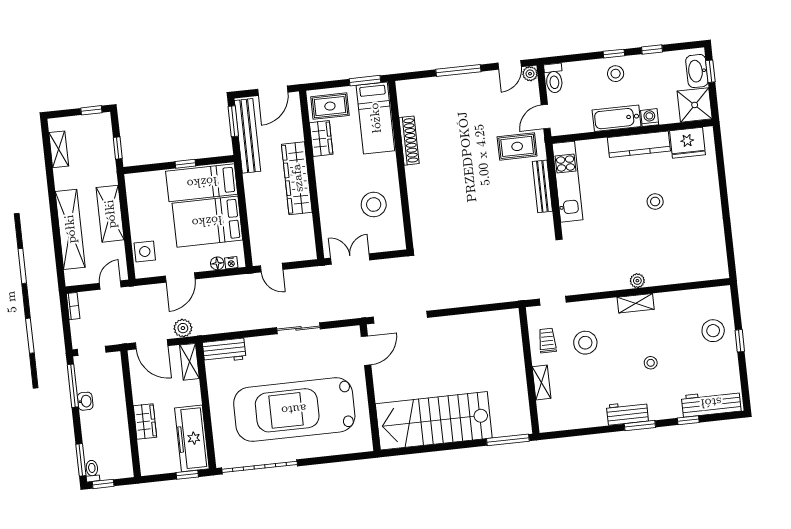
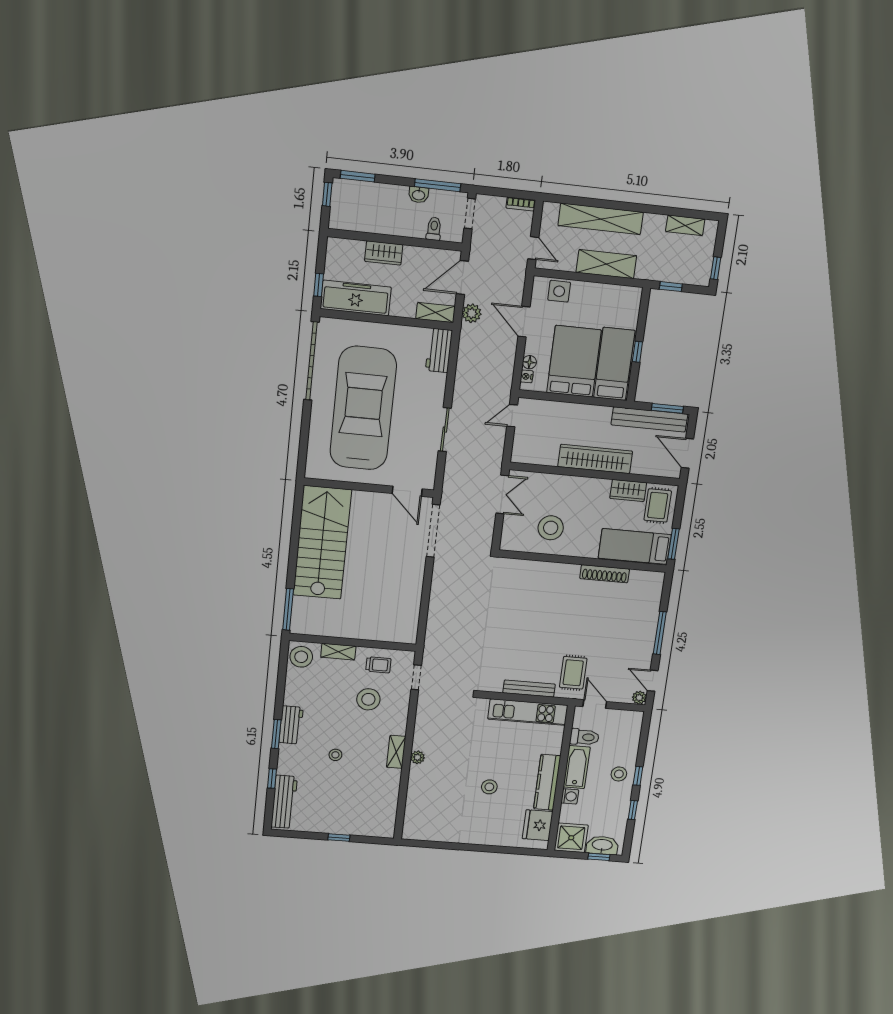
toilet: (554, 78) -> (584, 737), moved, turned 180
stool: (713, 331) -> (301, 657), moved
toilet: (92, 471) -> (434, 229), moved, turned -90

